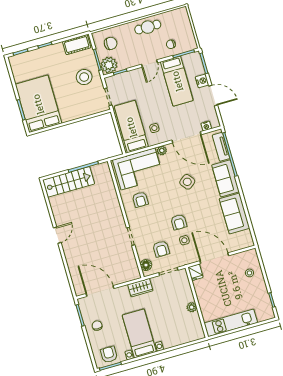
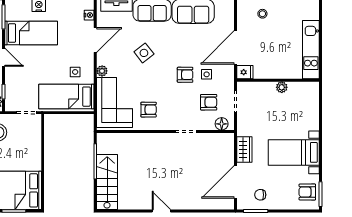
door: (186, 137) -> (95, 40), width x0.73
wardrobe: (140, 288) -> (244, 149), moved
chair: (97, 326) -> (260, 195), moved

